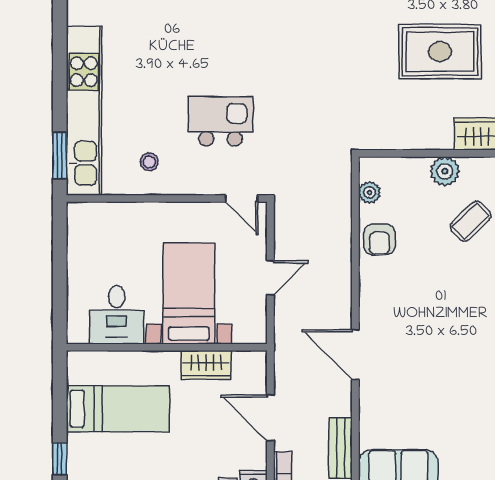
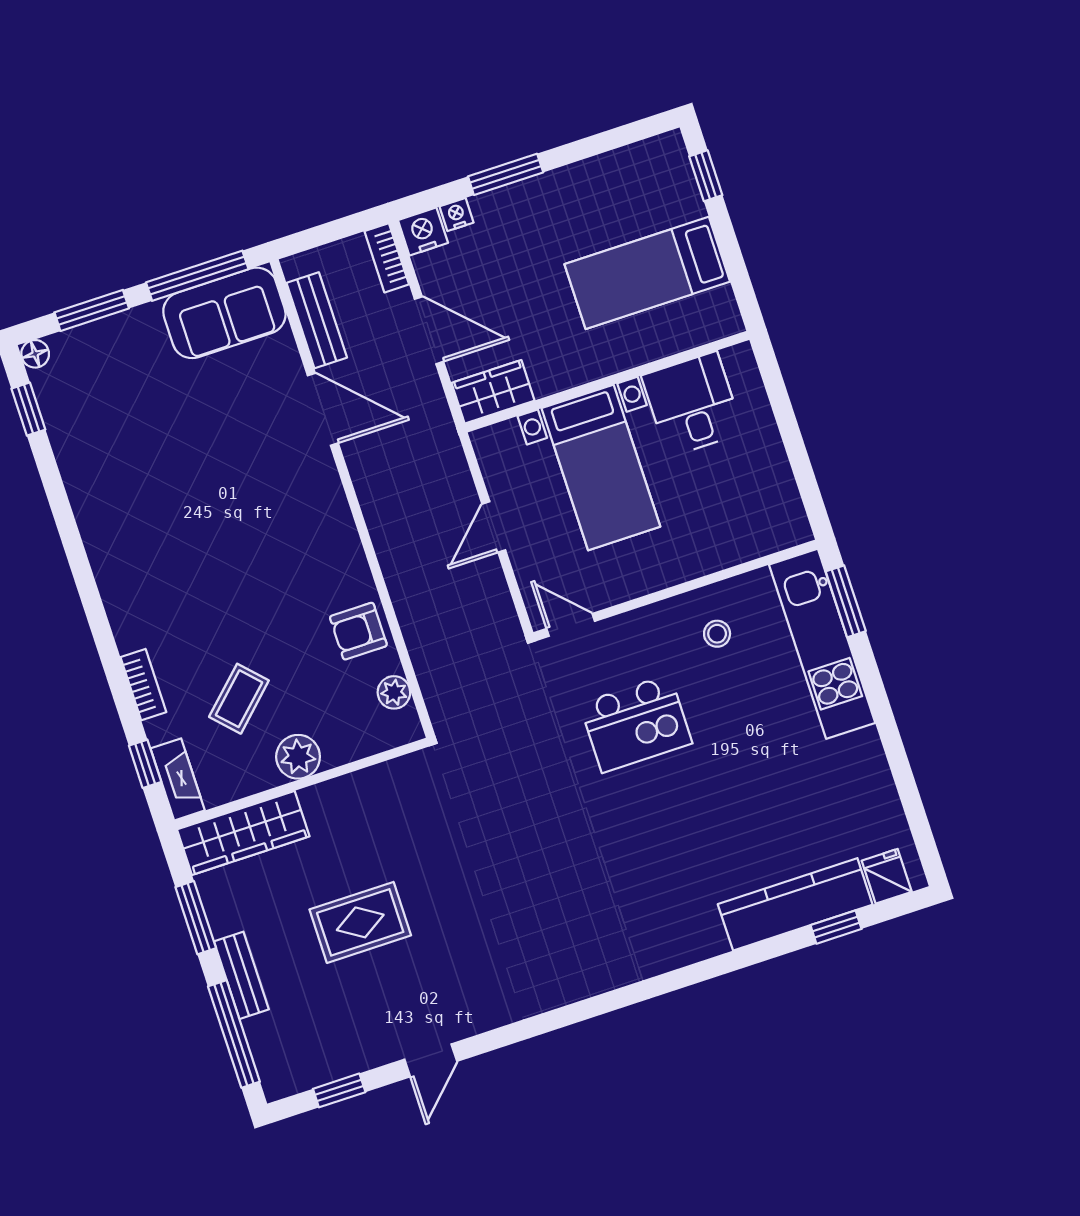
rug: (440, 52) -> (360, 922), width x0.73, depth x0.70
kitchen unit: (84, 111) -> (822, 644), width x0.73
armchair: (379, 239) -> (358, 631), turned -90
door: (355, 355) -> (323, 409), moved
wardrobe: (206, 365) -> (493, 392), moved

